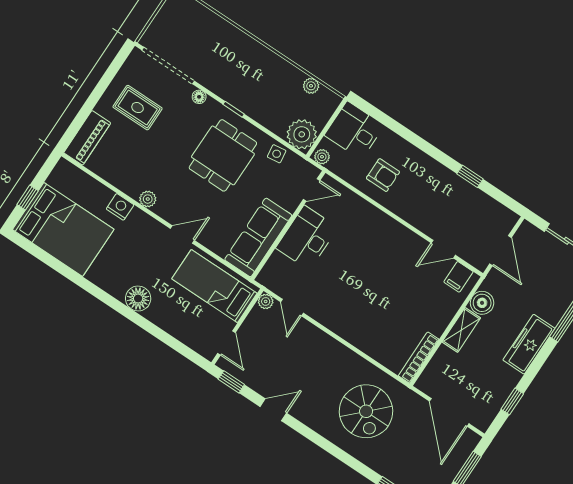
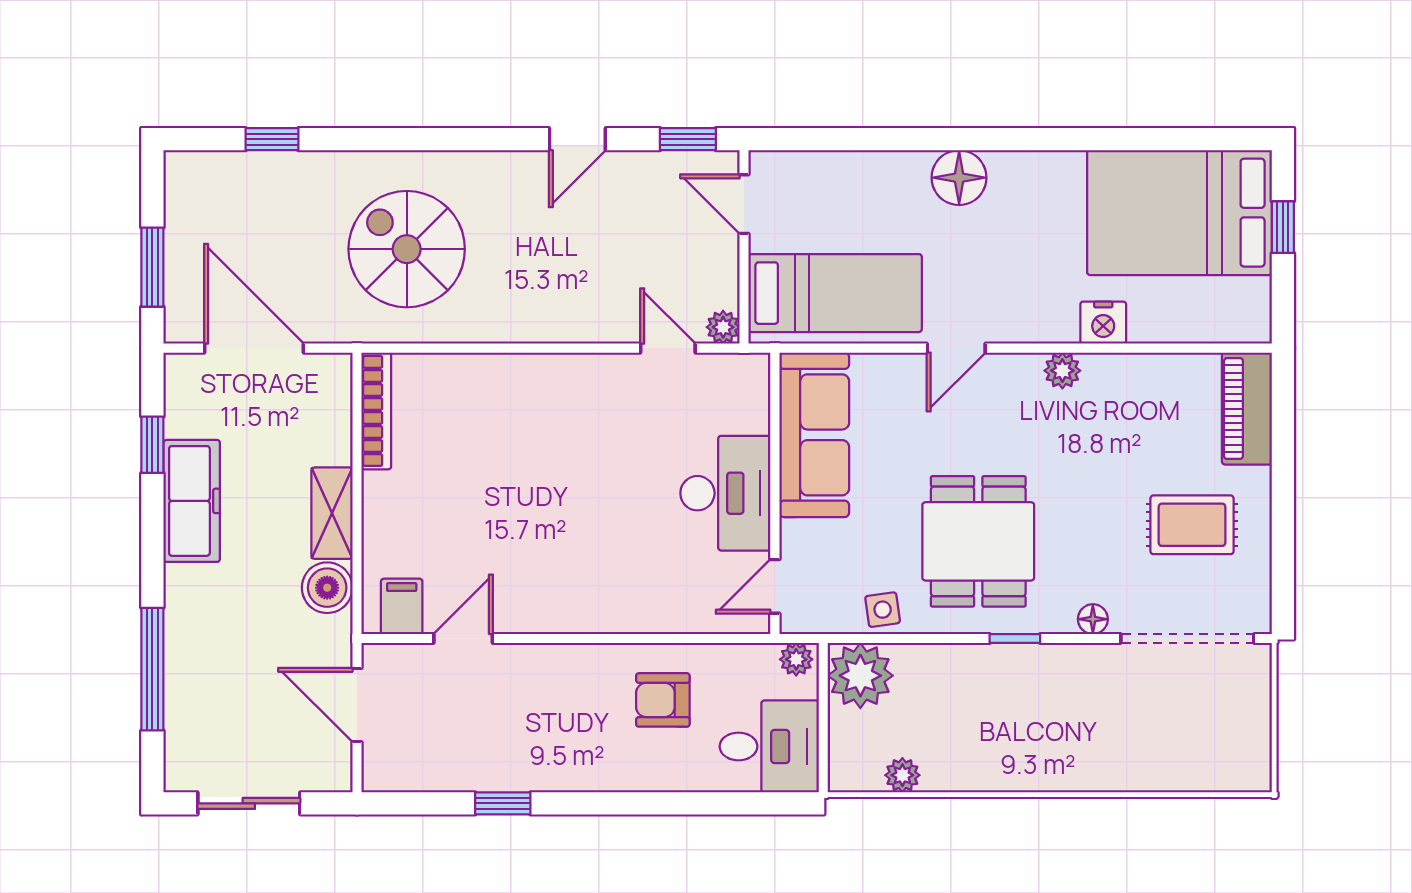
freezer: (529, 344) -> (192, 501), moved

